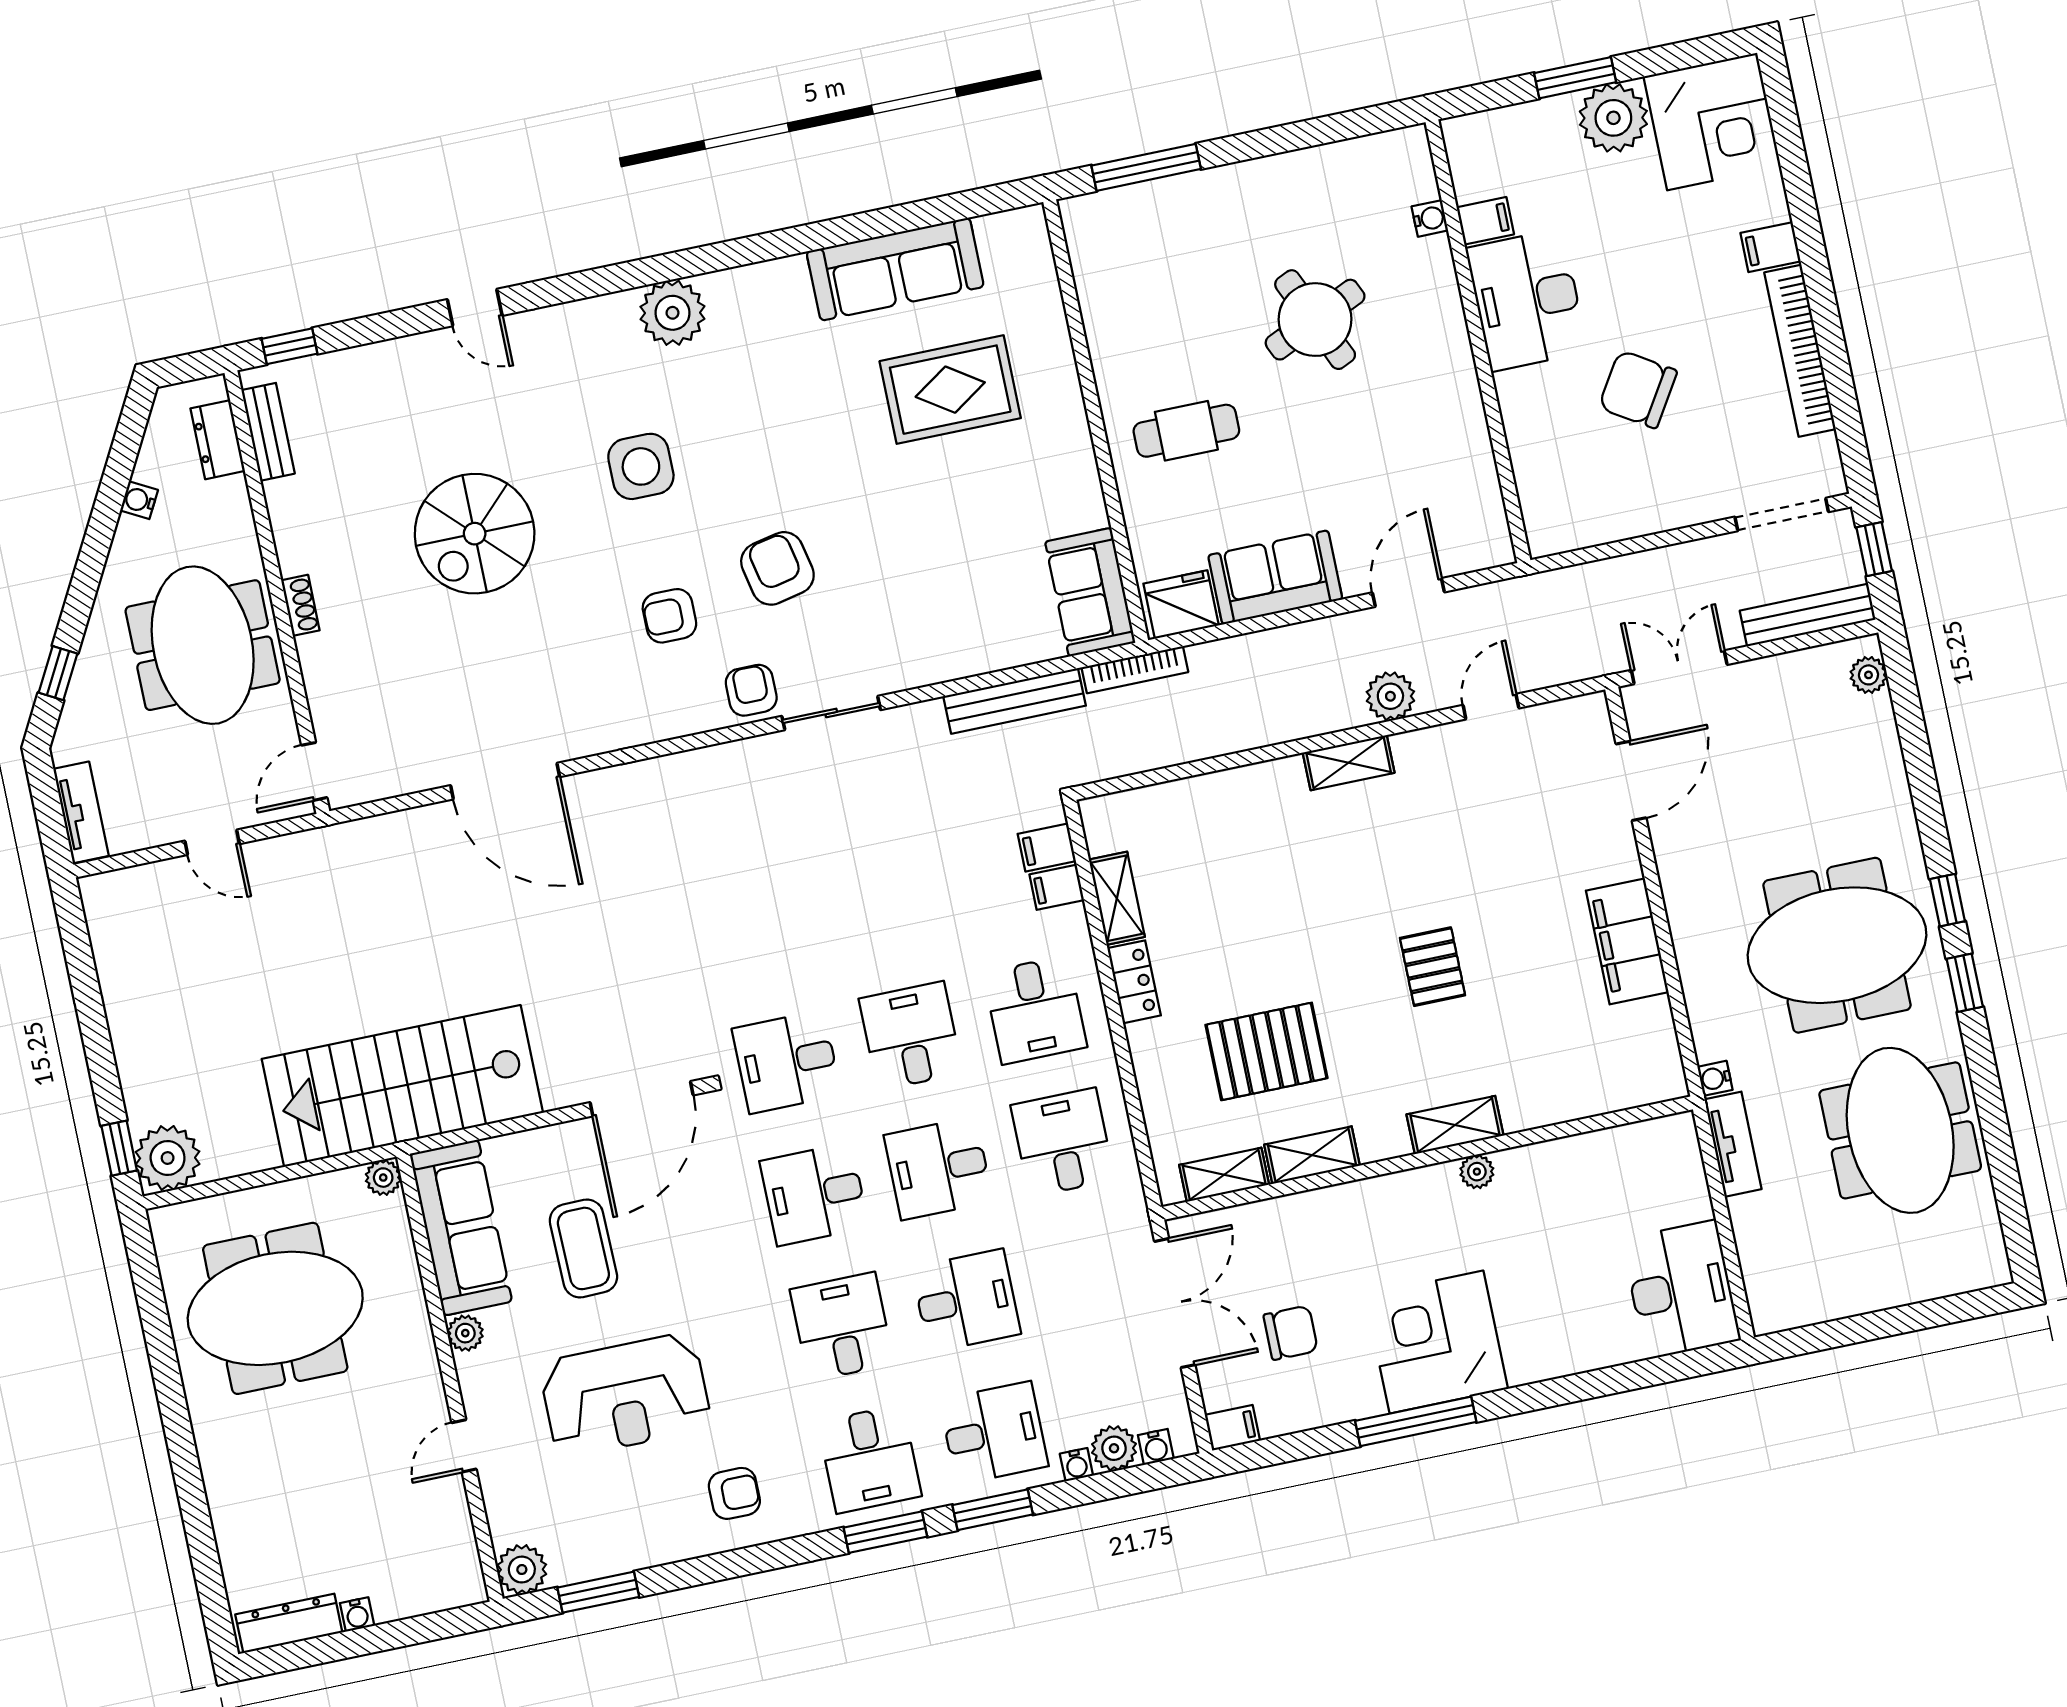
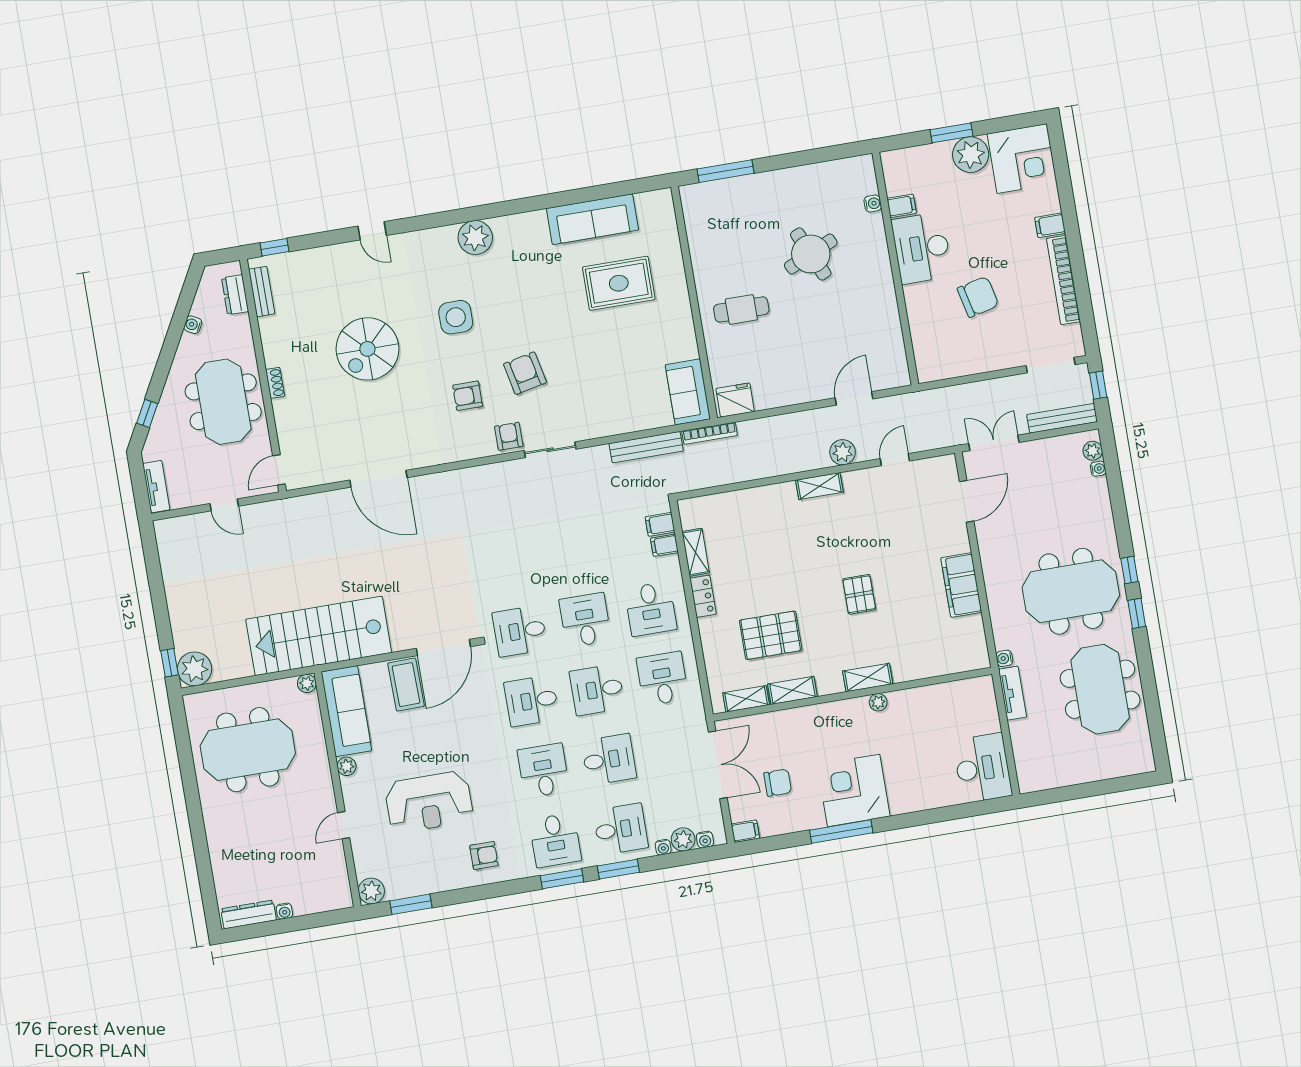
chair: (1638, 389) -> (978, 297), turned 135
sofa: (1275, 577) -> (785, 388), removed
water cooler: (1880, 709) -> (1098, 469), added
coffee table: (583, 1248) -> (406, 685), moved

